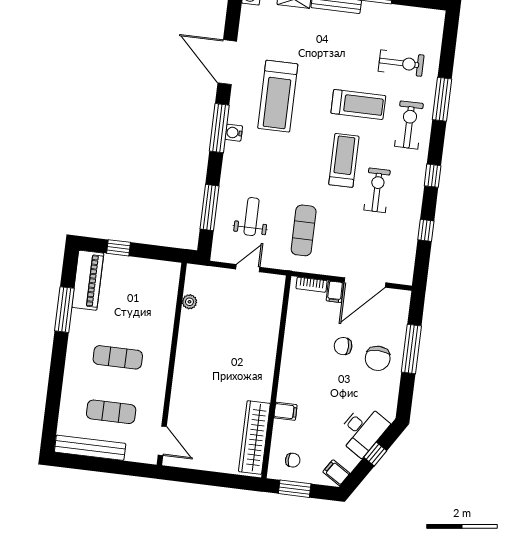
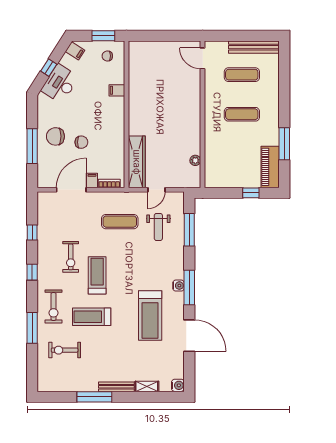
treadmill: (278, 96) -> (150, 316), turned 180
treadmill: (344, 160) -> (97, 275), turned 180
exercise mat: (304, 230) -> (120, 222), turned 90
chair: (378, 358) -> (55, 136), turned -90
wardrobe: (254, 437) -> (137, 162), moved

